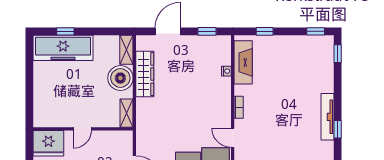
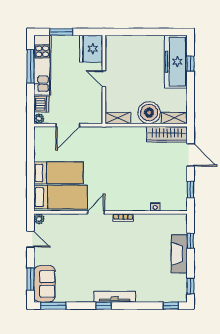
fireplace: (243, 62) -> (179, 254), moved, turned 90
wardrobe: (145, 74) -> (167, 134), moved

